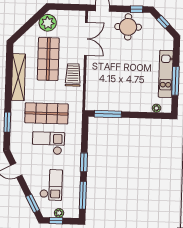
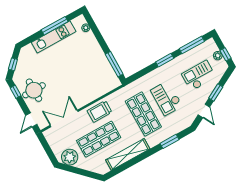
window: (33, 203) -> (216, 92), moved

